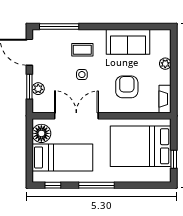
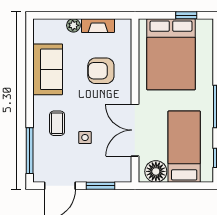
side table: (82, 75) -> (85, 138), moved
plant: (38, 89) -> (103, 175), removed
fireplace: (165, 99) -> (98, 26), moved

